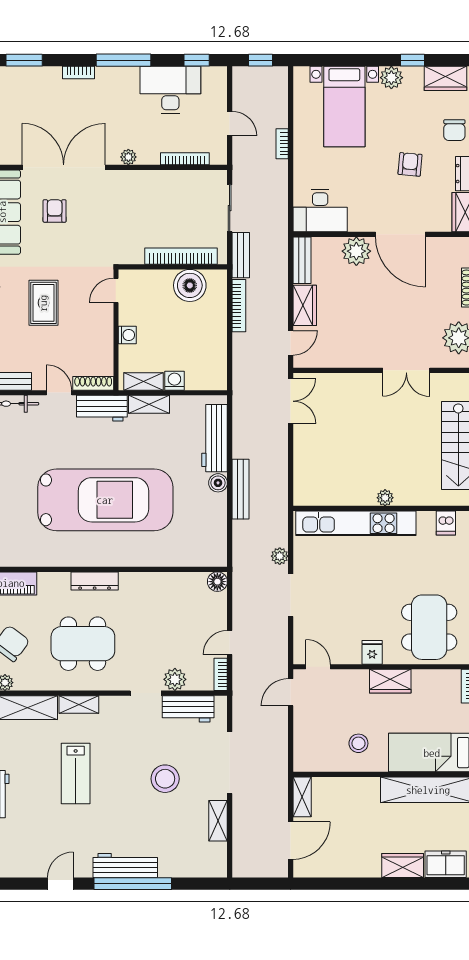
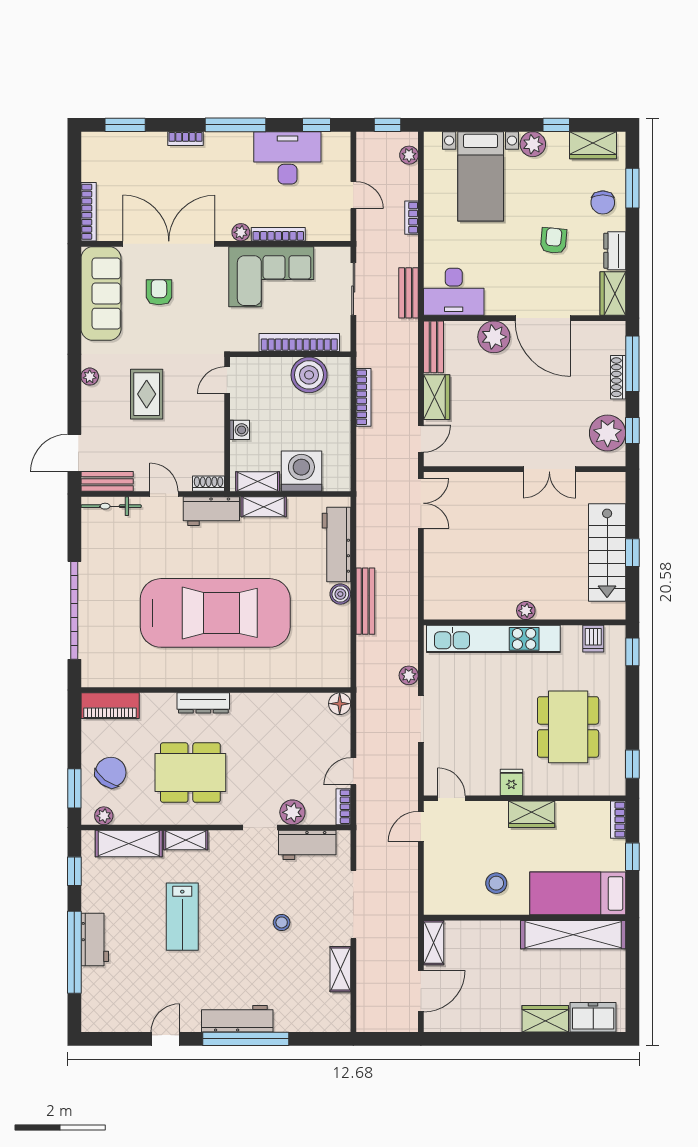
plant: (280, 87) -> (409, 155), added
bookcase: (185, 159) -> (278, 234), moved
corner sofa: (156, 197) -> (271, 277), added
bench: (241, 255) -> (409, 293), moved
washing machine: (174, 381) -> (301, 471), width x1.89, depth x1.89
shoe rack: (93, 383) -> (209, 484), width x0.70
dining table: (429, 627) -> (568, 727), moved
stool: (165, 779) -> (282, 922), width x0.53, depth x0.53

